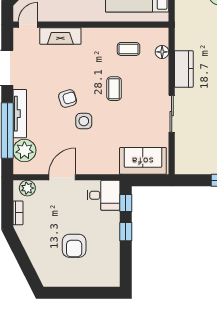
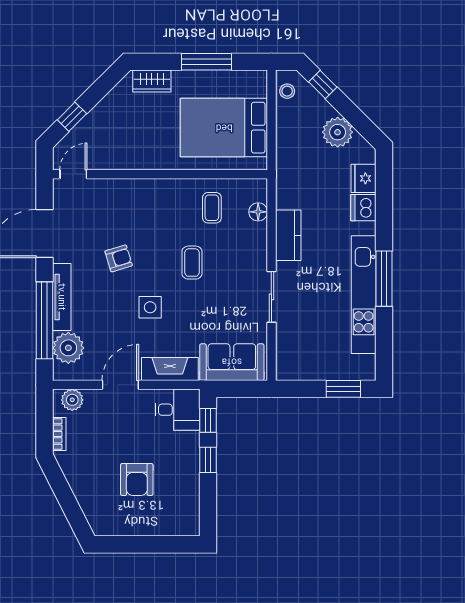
fireplace: (60, 36) -> (170, 369), moved, turned 180
coffee table: (129, 49) -> (212, 208), turned 90
armchair: (68, 99) -> (119, 258), moved

